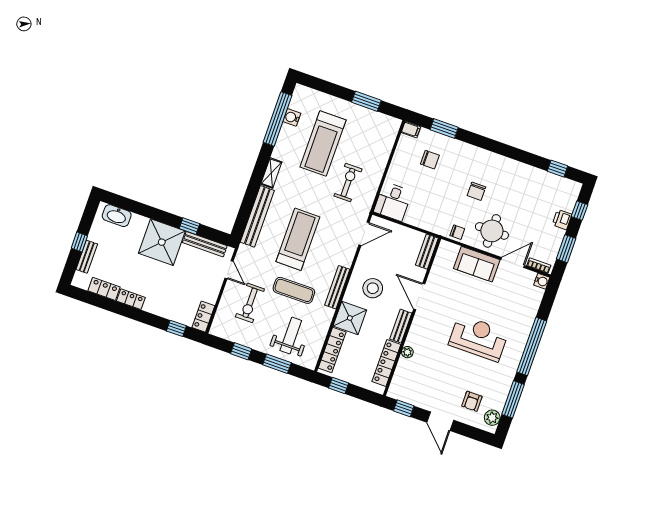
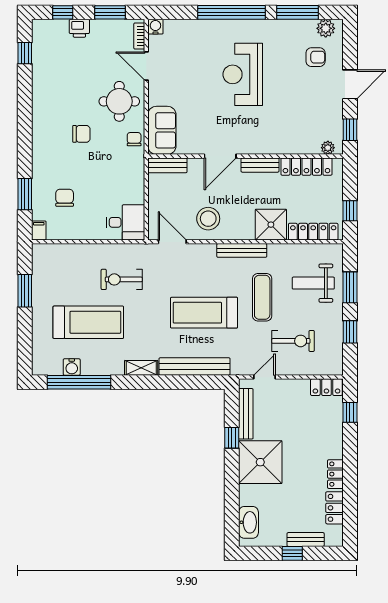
sofa: (477, 264) -> (162, 130), moved
stool: (373, 288) -> (208, 219), moved
plant: (407, 352) -> (328, 148), moved

